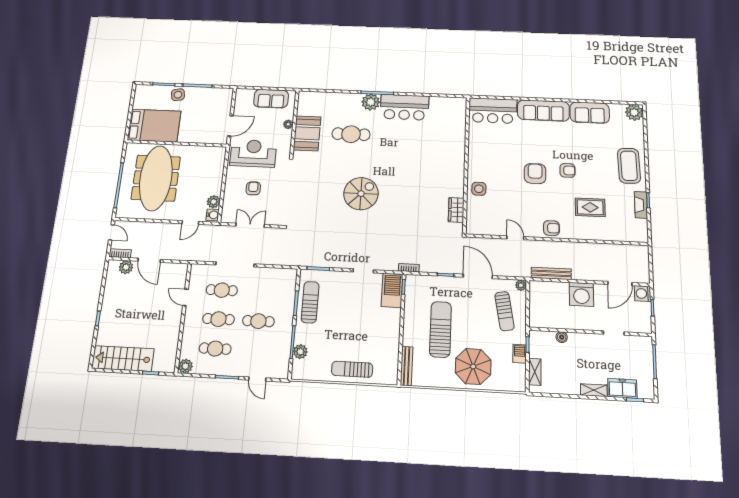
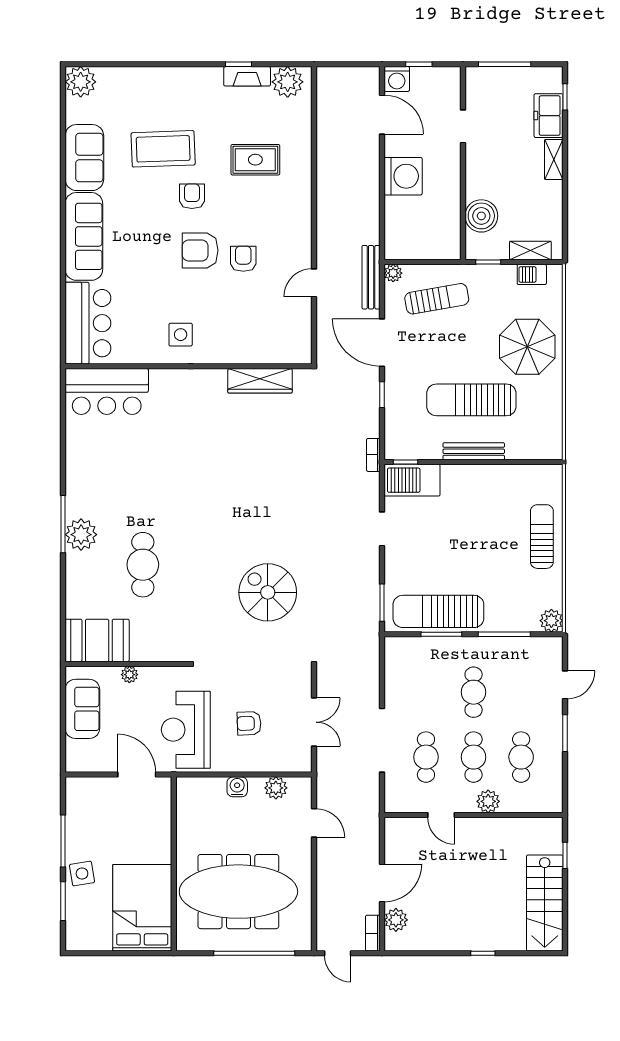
bar counter: (404, 107) -> (107, 391), moved, turned 90
booth: (307, 133) -> (97, 640), moved
coffee table: (629, 166) -> (163, 149), moved
side table: (479, 189) -> (181, 335), moved
spiral stairs: (361, 194) -> (268, 592), moved
rug: (590, 207) -> (255, 160), turned 90
wardrobe: (456, 210) -> (260, 381), width x1.50
water cooler: (213, 215) -> (237, 787), moved
double door: (250, 225) -> (314, 722), swing flipped
armchair: (551, 228) -> (243, 259), moved
plant: (638, 228) -> (288, 82), added
door: (111, 232) -> (338, 953), swing flipped
bench: (551, 273) -> (371, 277), moved
door: (478, 276) -> (382, 343), hinge flipped
door: (185, 297) -> (441, 815), hinge flipped
sun lounger: (310, 302) -> (438, 611), width x1.36, depth x1.34
boiler: (562, 337) -> (481, 216), width x1.86, depth x1.86
plant: (300, 352) -> (551, 621), moved
barbecue: (520, 354) -> (532, 274), moved
plant: (185, 366) -> (488, 801), moved
bench: (407, 366) -> (474, 451), moved
sun lounger: (352, 369) -> (542, 537), turned 180

